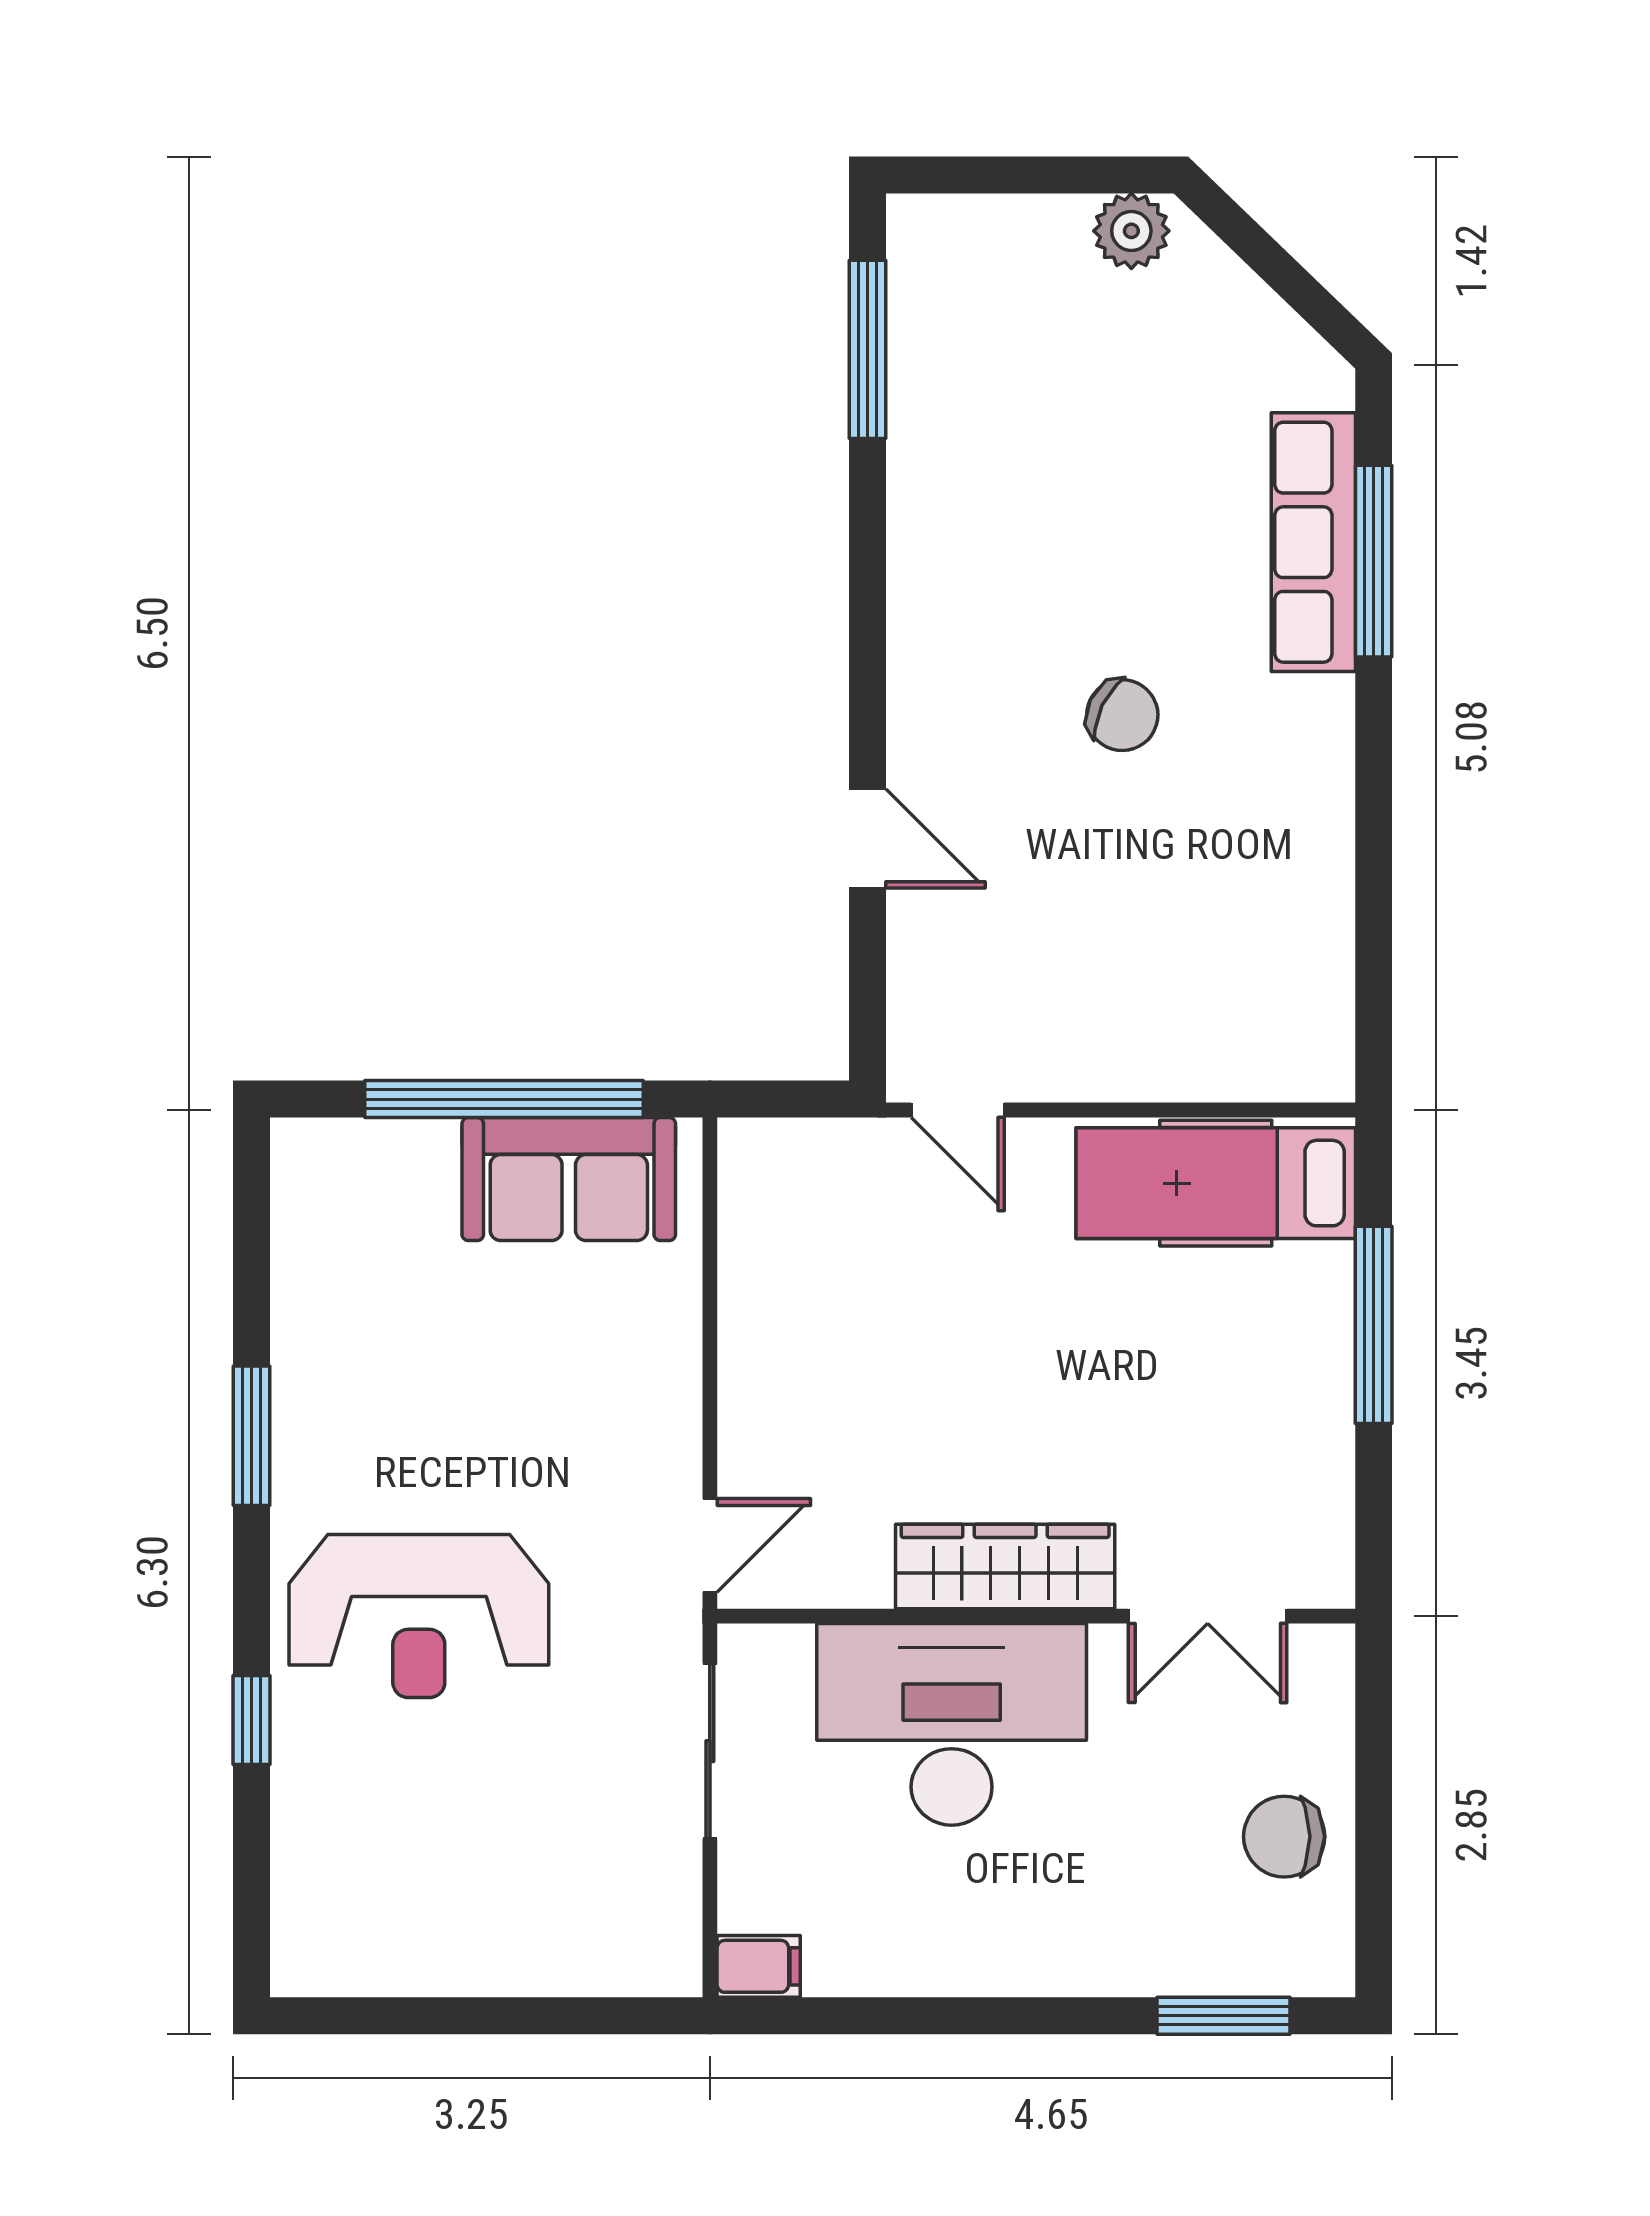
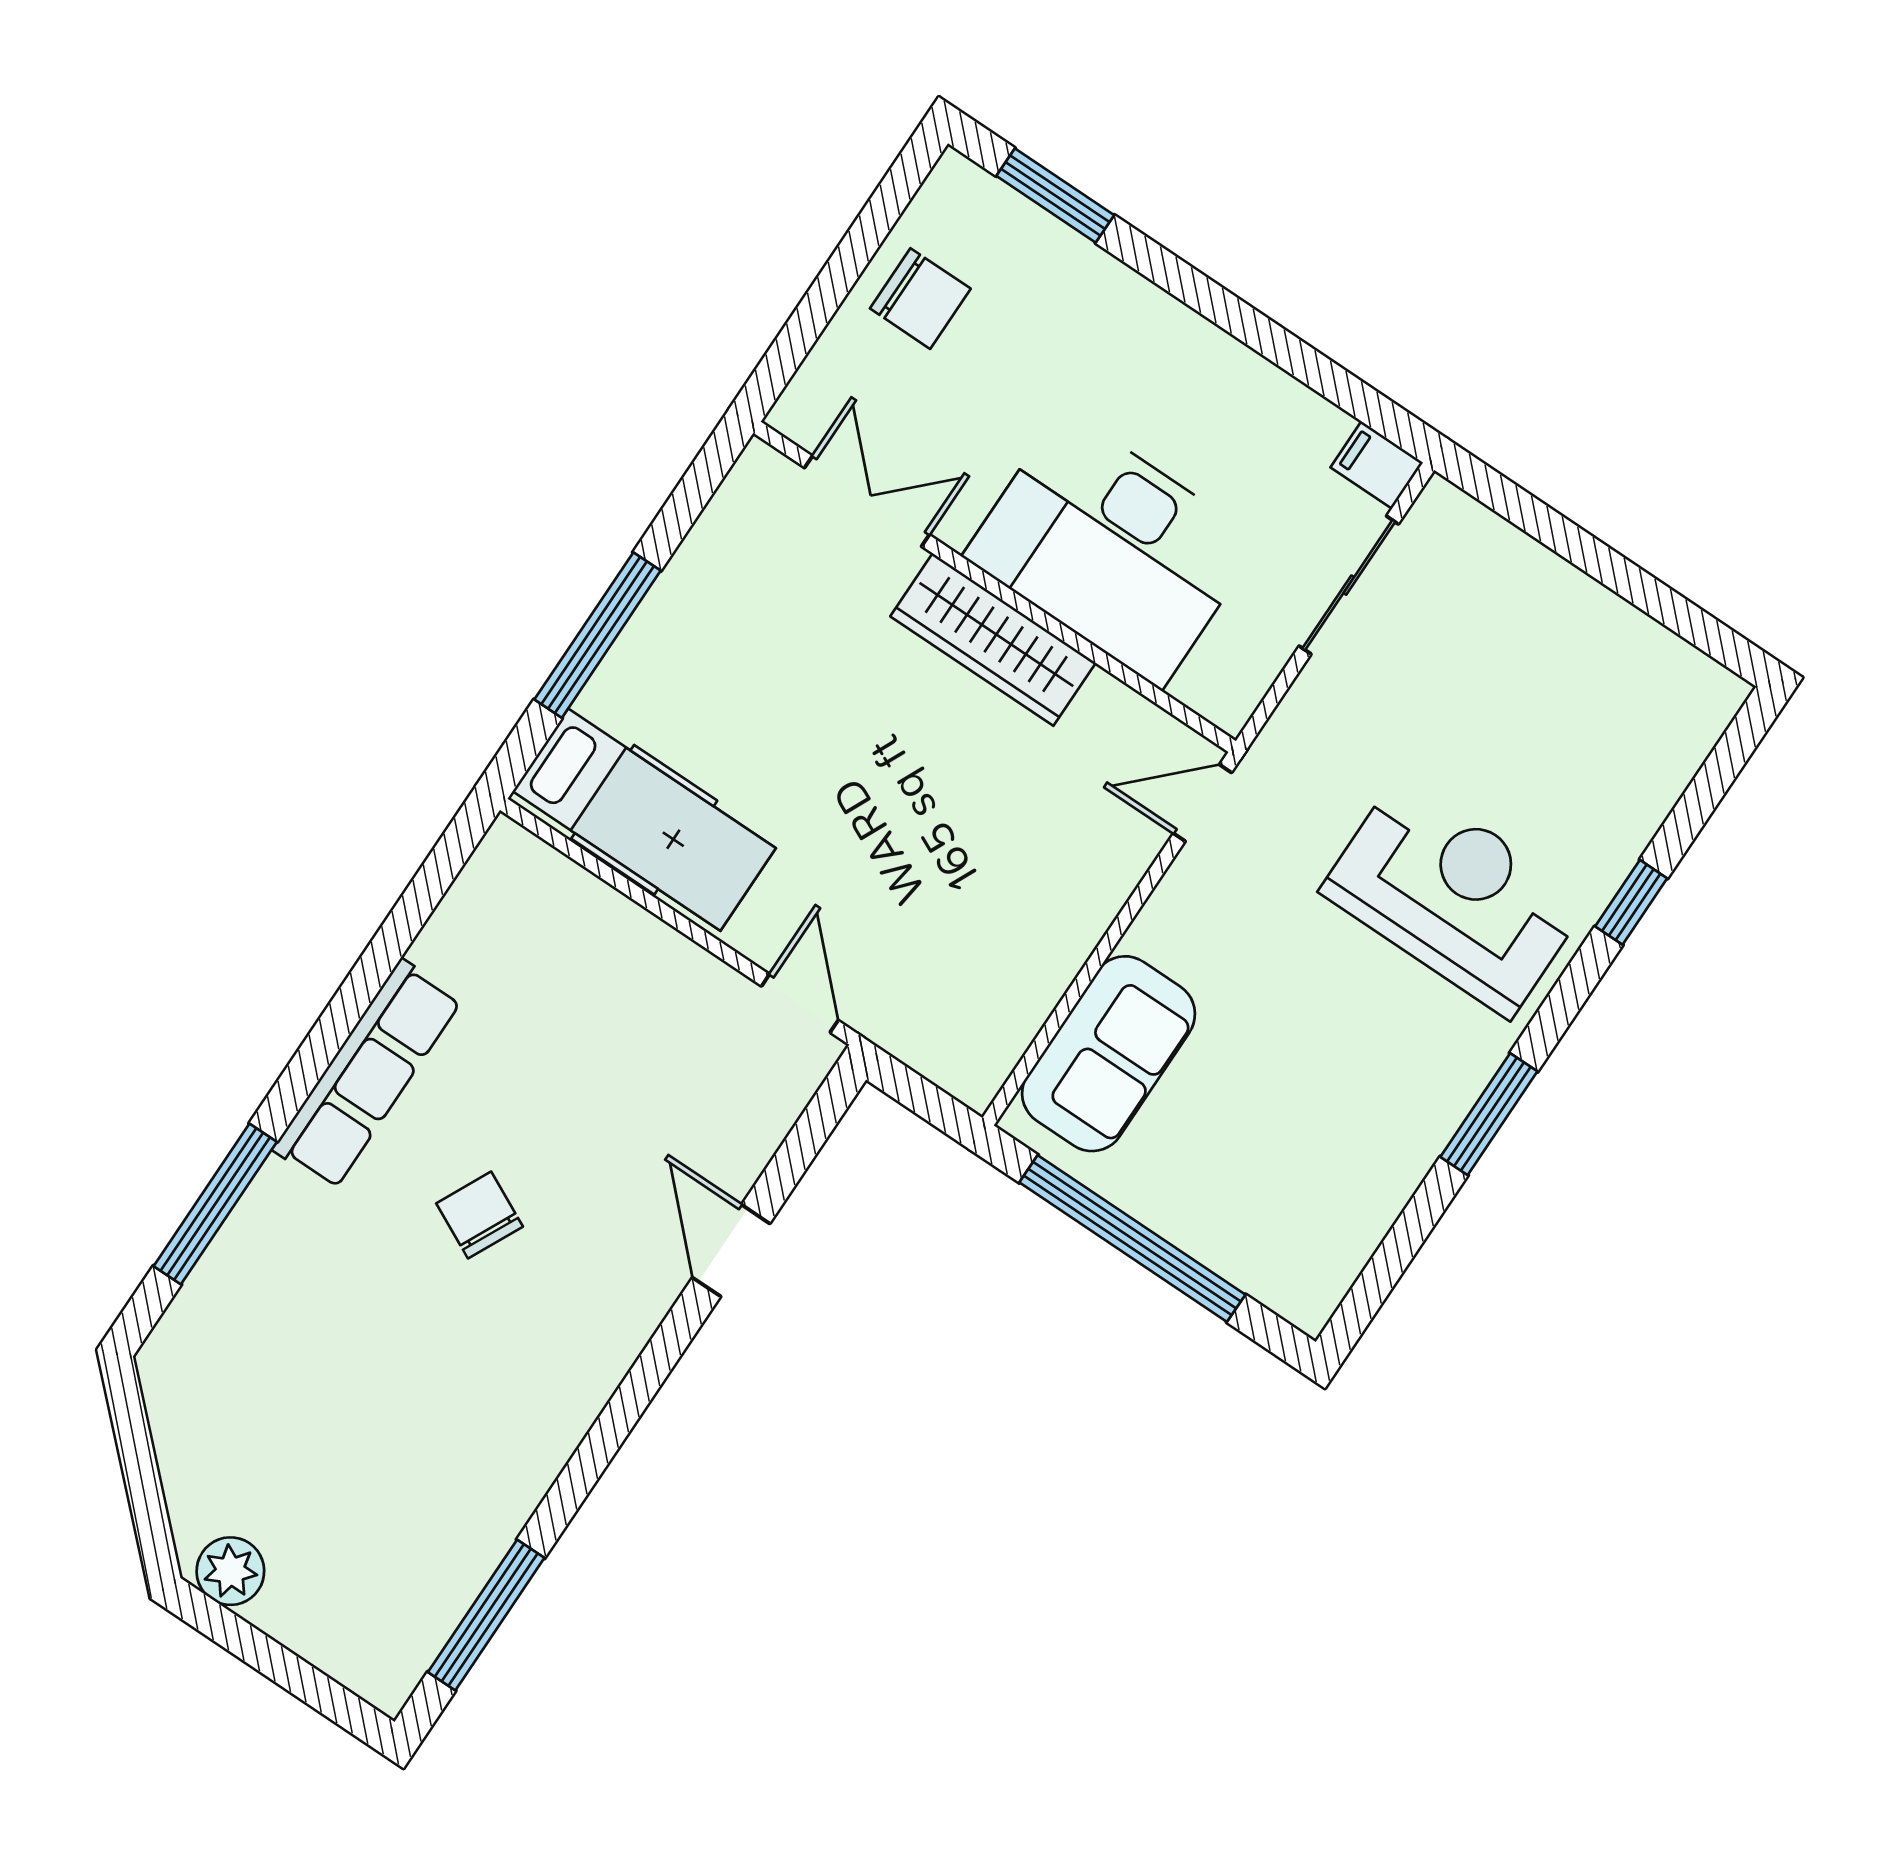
row of seats: (1313, 542) -> (367, 1074), moved
sofa: (569, 1179) -> (1109, 1054), moved, turned 90
sliding door: (710, 1751) -> (1349, 585), moved

